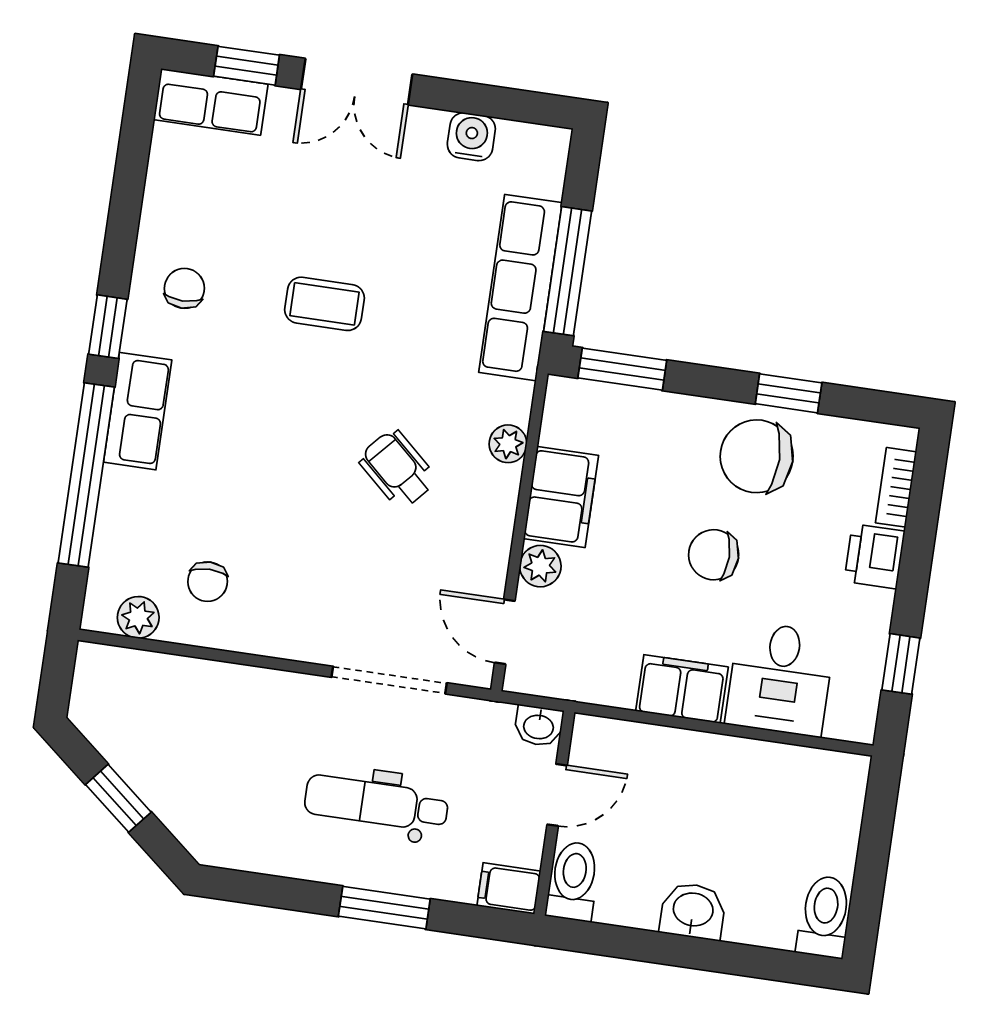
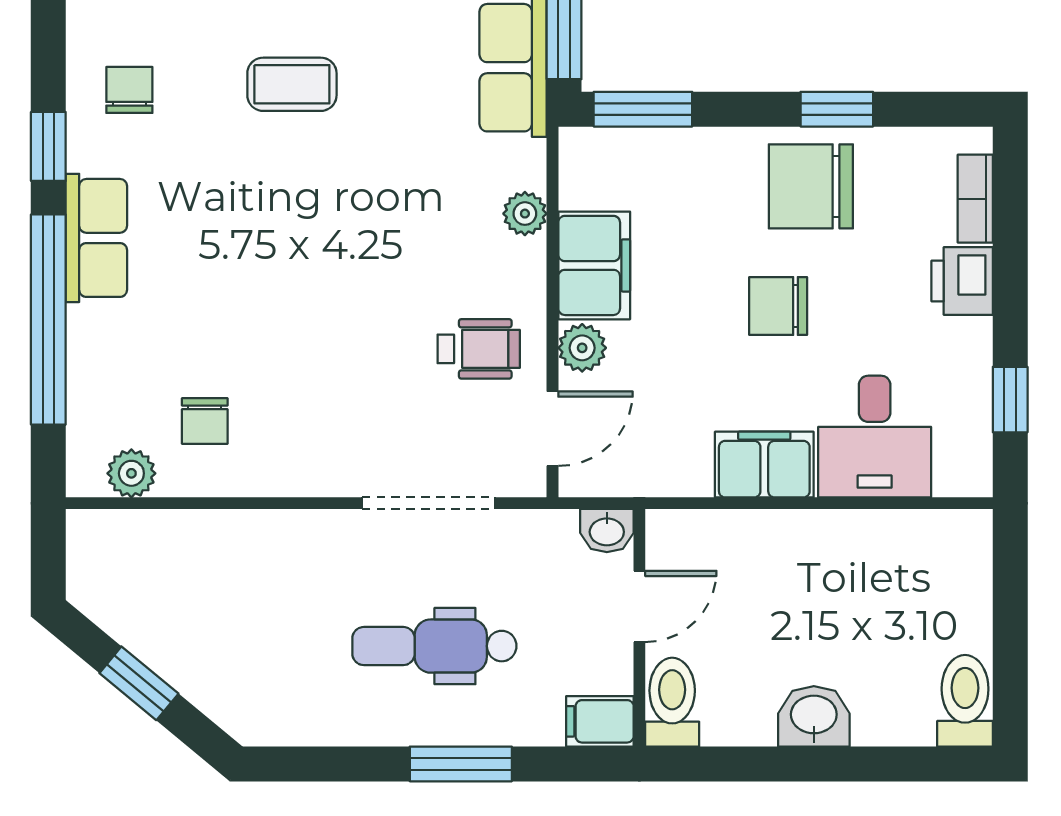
wheelchair: (398, 469) -> (479, 349), moved, turned 138
door: (505, 632) -> (552, 429), swing flipped

